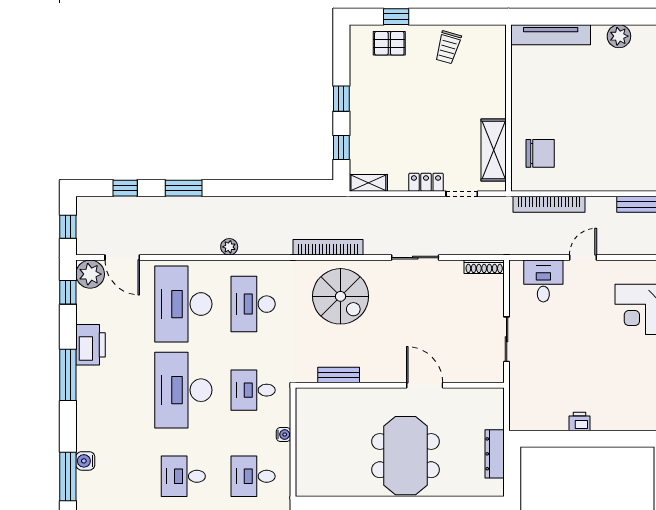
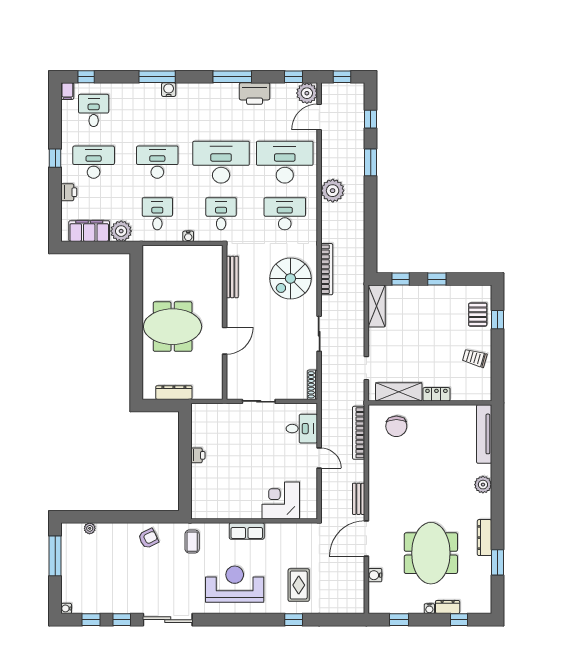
locker: (426, 182) -> (436, 394), moved, turned -90
shelving: (368, 183) -> (377, 306), width x1.50, depth x1.33
plant: (229, 247) -> (333, 191), width x1.88, depth x1.88
bench: (339, 375) -> (232, 277), width x1.36
desk: (183, 476) -> (157, 162), width x1.37

